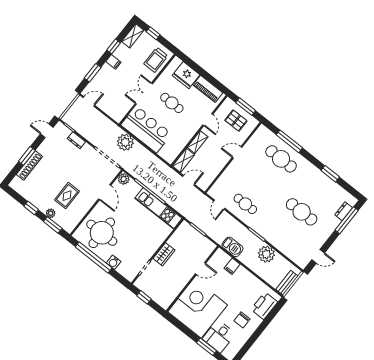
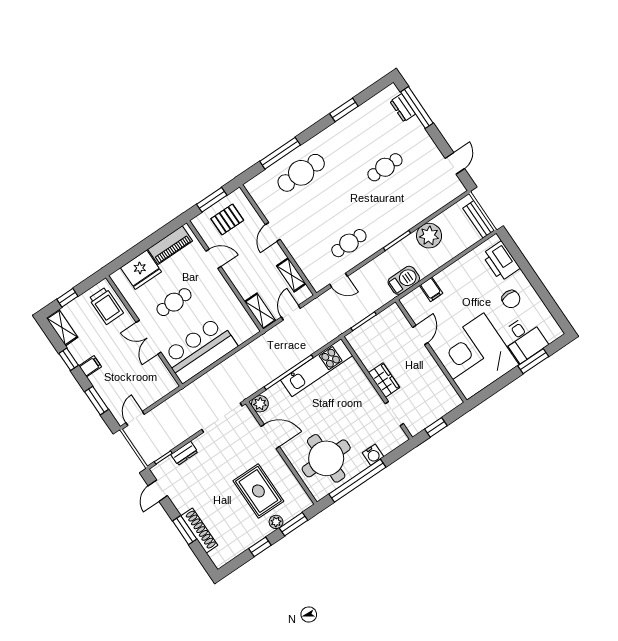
plant: (125, 142) -> (209, 385), removed
shelving: (198, 142) -> (291, 275), moved
rug: (67, 196) -> (258, 491), width x1.36, depth x1.43
cafe table: (302, 212) -> (385, 167), width x0.73, depth x0.74

